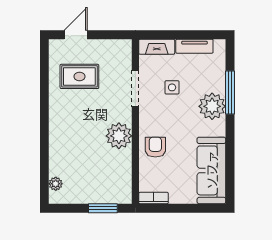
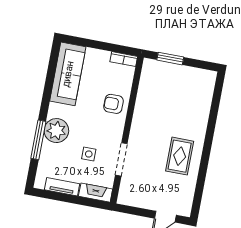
rug: (79, 76) -> (180, 156), moved, turned 90
plant: (119, 136) -> (144, 120), removed
armchair: (155, 147) -> (114, 104), turned 90
plant: (56, 184) -> (208, 88), removed

